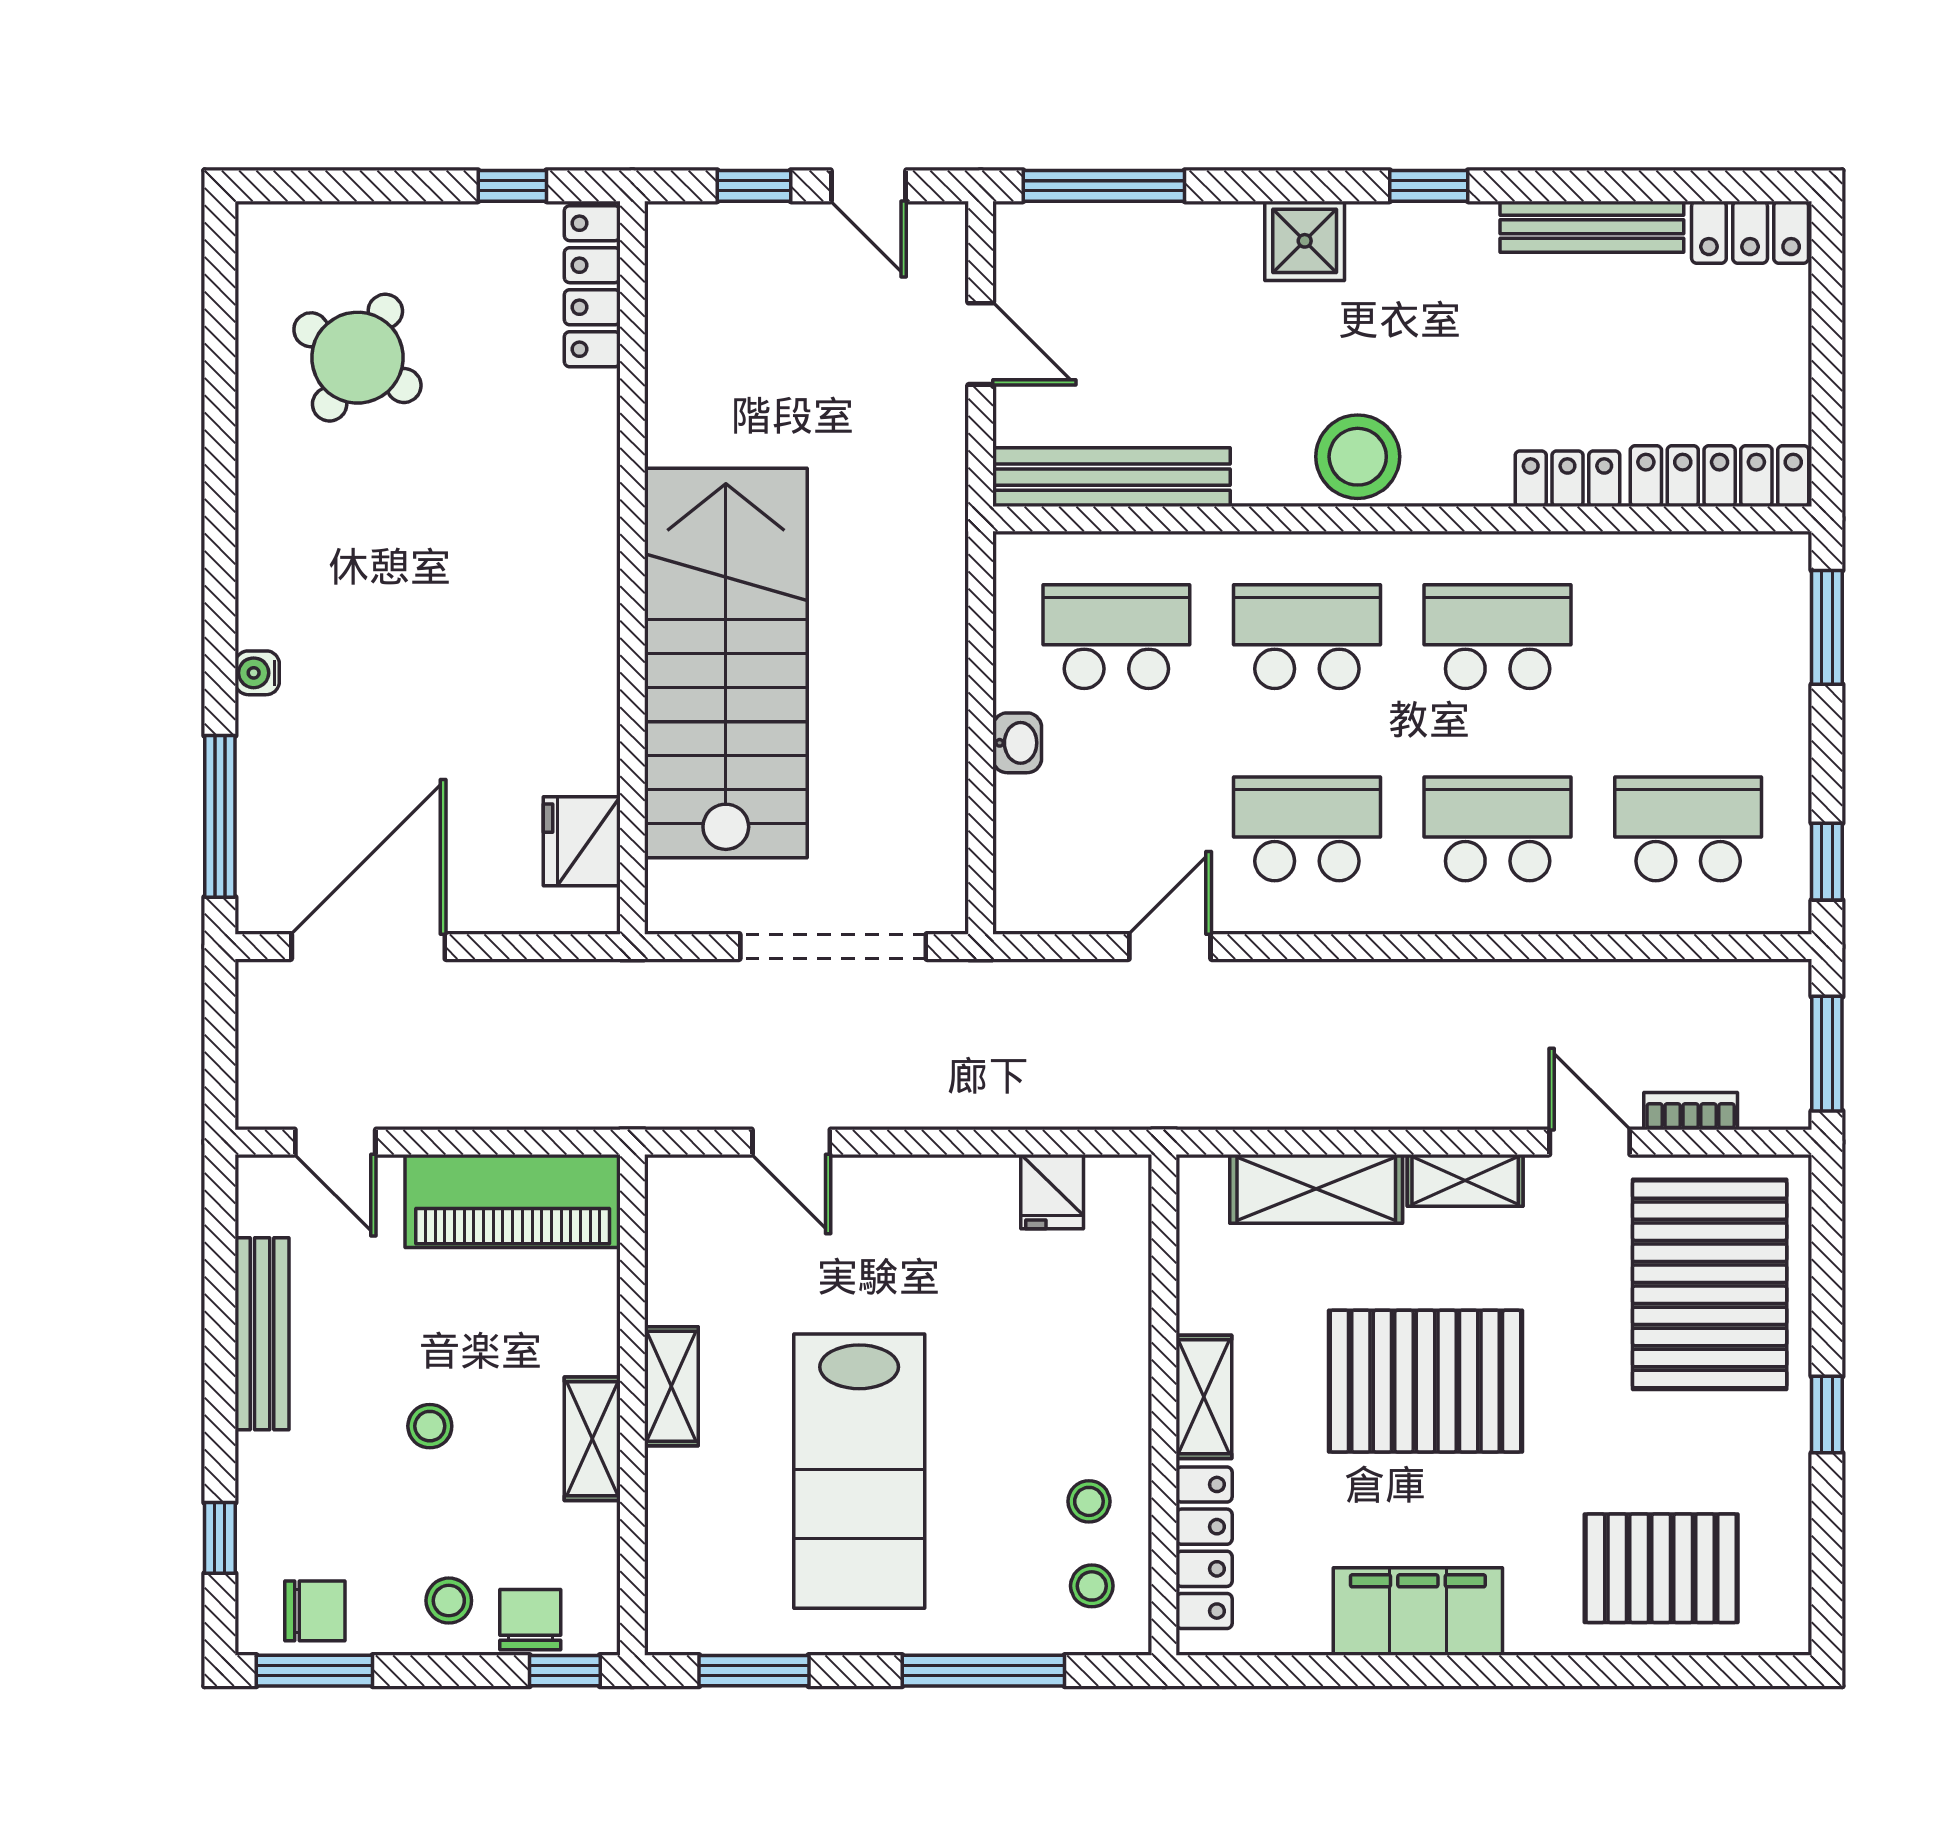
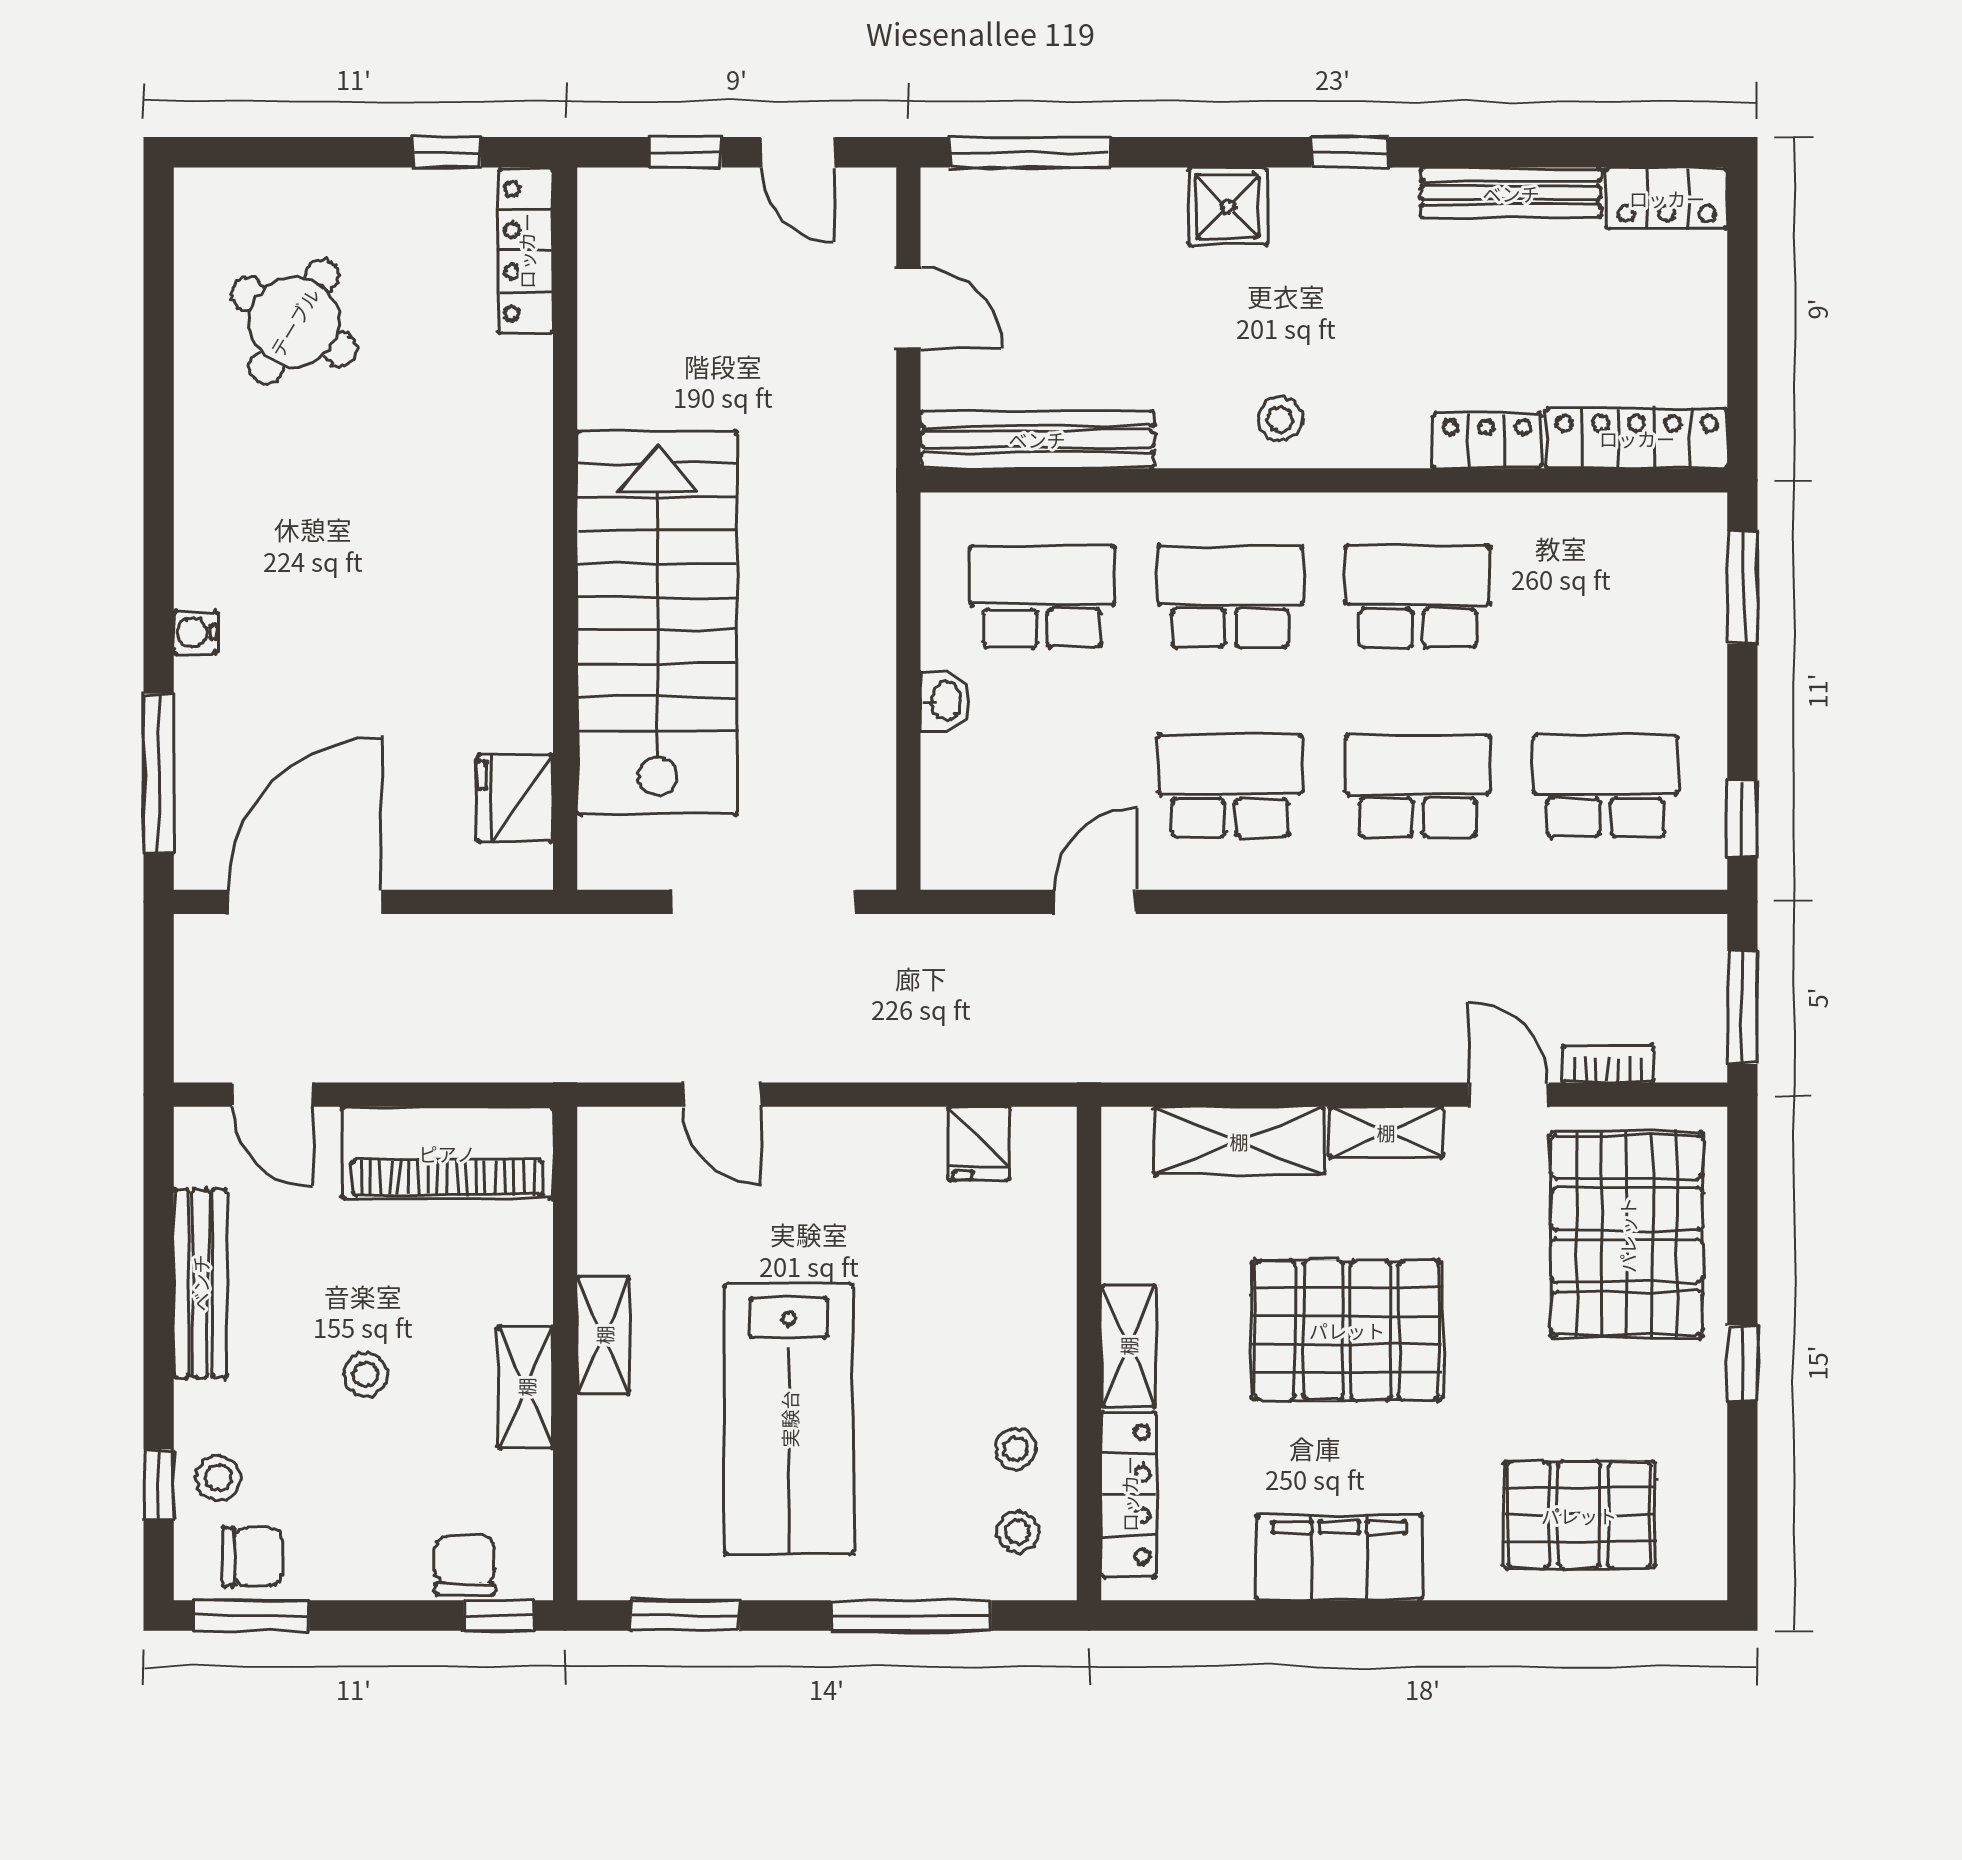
stool: (1358, 457) -> (1280, 419), width x0.53, depth x0.53
stool: (449, 1601) -> (218, 1477), moved

